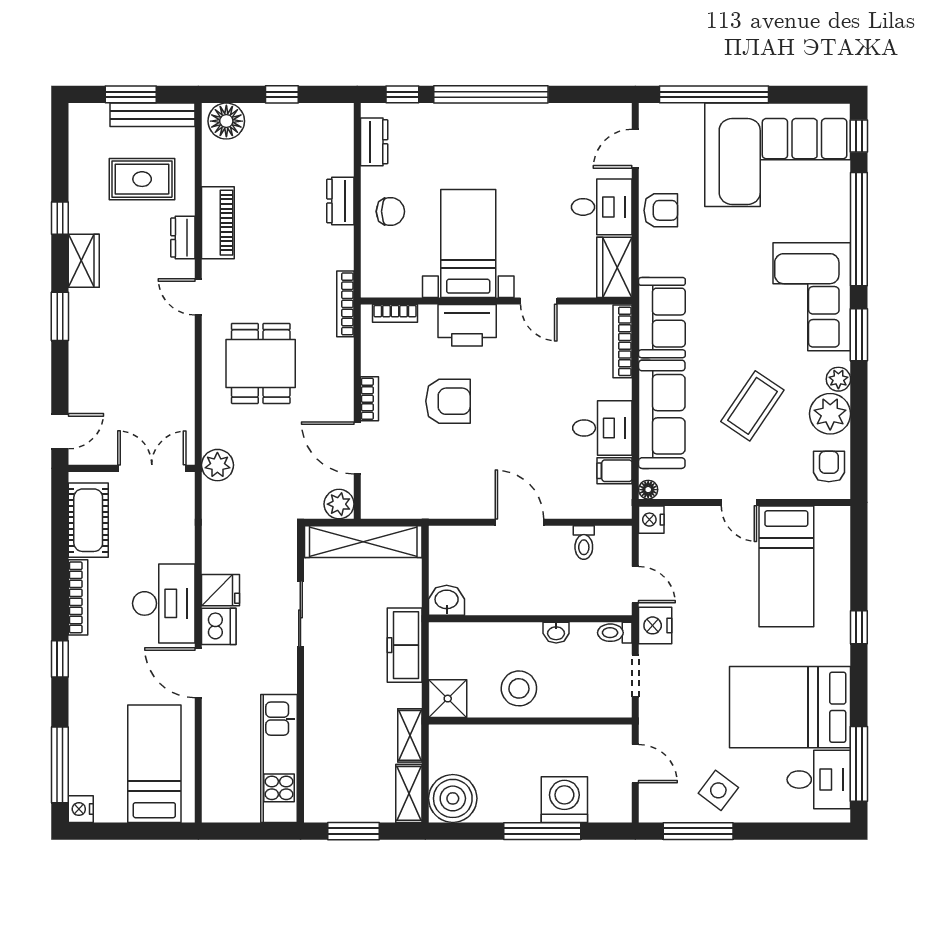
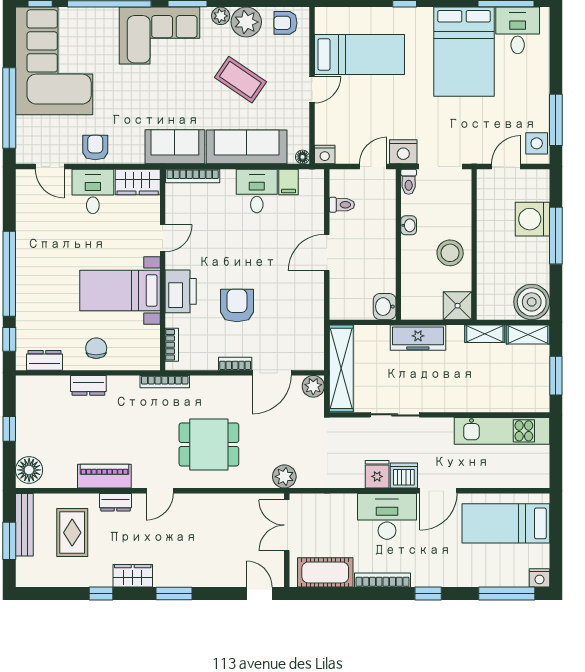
doorway: (635, 676) -> (441, 166), width x1.38
side table: (718, 790) -> (537, 143), moved, turned -37

